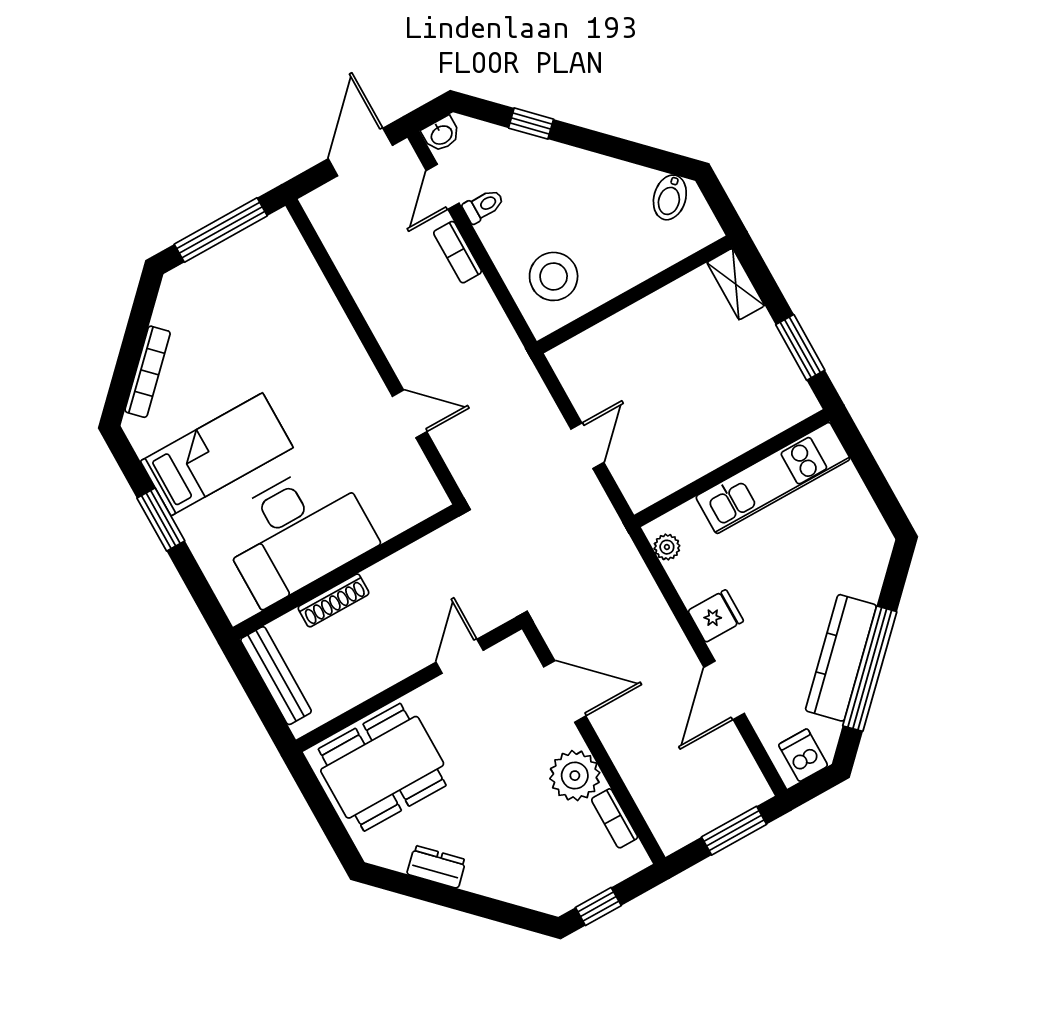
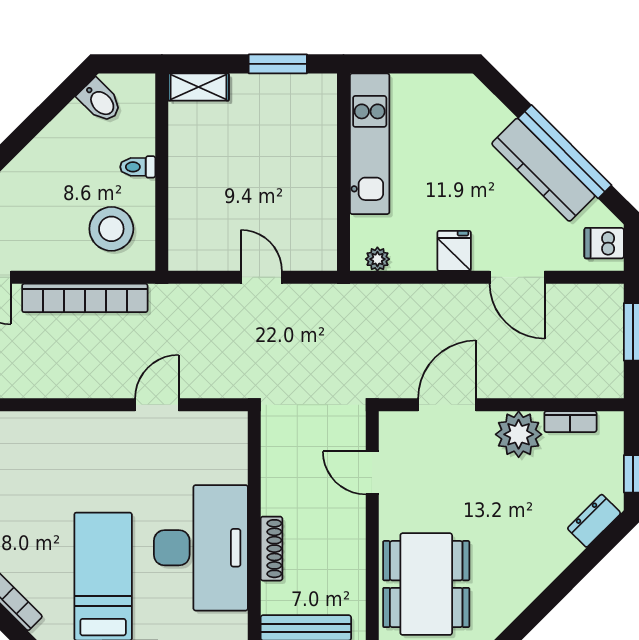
toilet: (483, 206) -> (138, 167), moved, turned -90
bookcase: (458, 252) -> (85, 298), width x2.31, depth x1.31
dresser: (436, 867) -> (594, 521), moved

